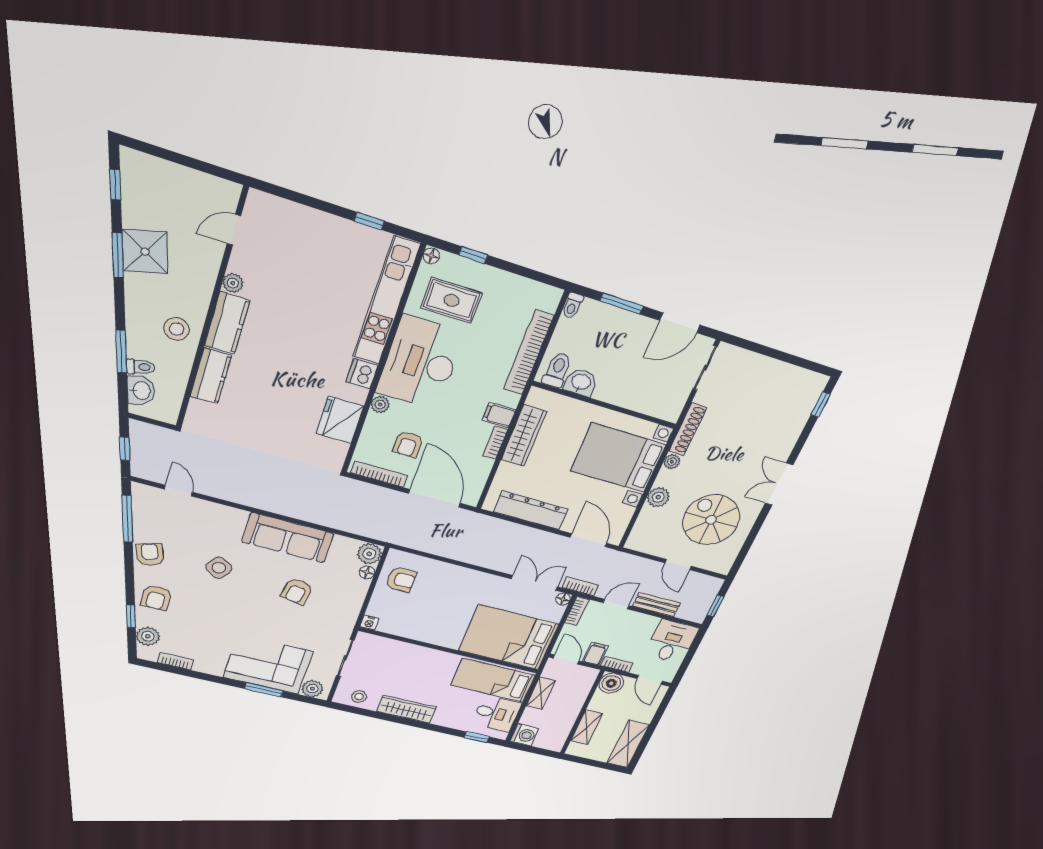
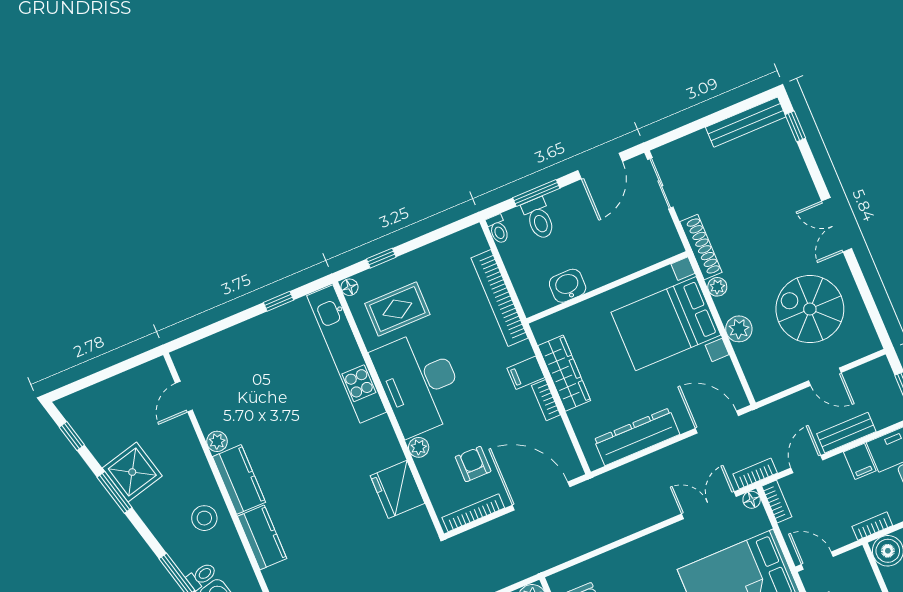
toilet: (557, 370) -> (539, 219), moved, turned 180
dishwasher: (362, 374) -> (381, 433), removed
bench: (796, 375) -> (746, 122), added
armchair: (408, 444) -> (473, 464), turned 180
filing cabinet: (595, 654) -> (860, 461), moved, turned 180

